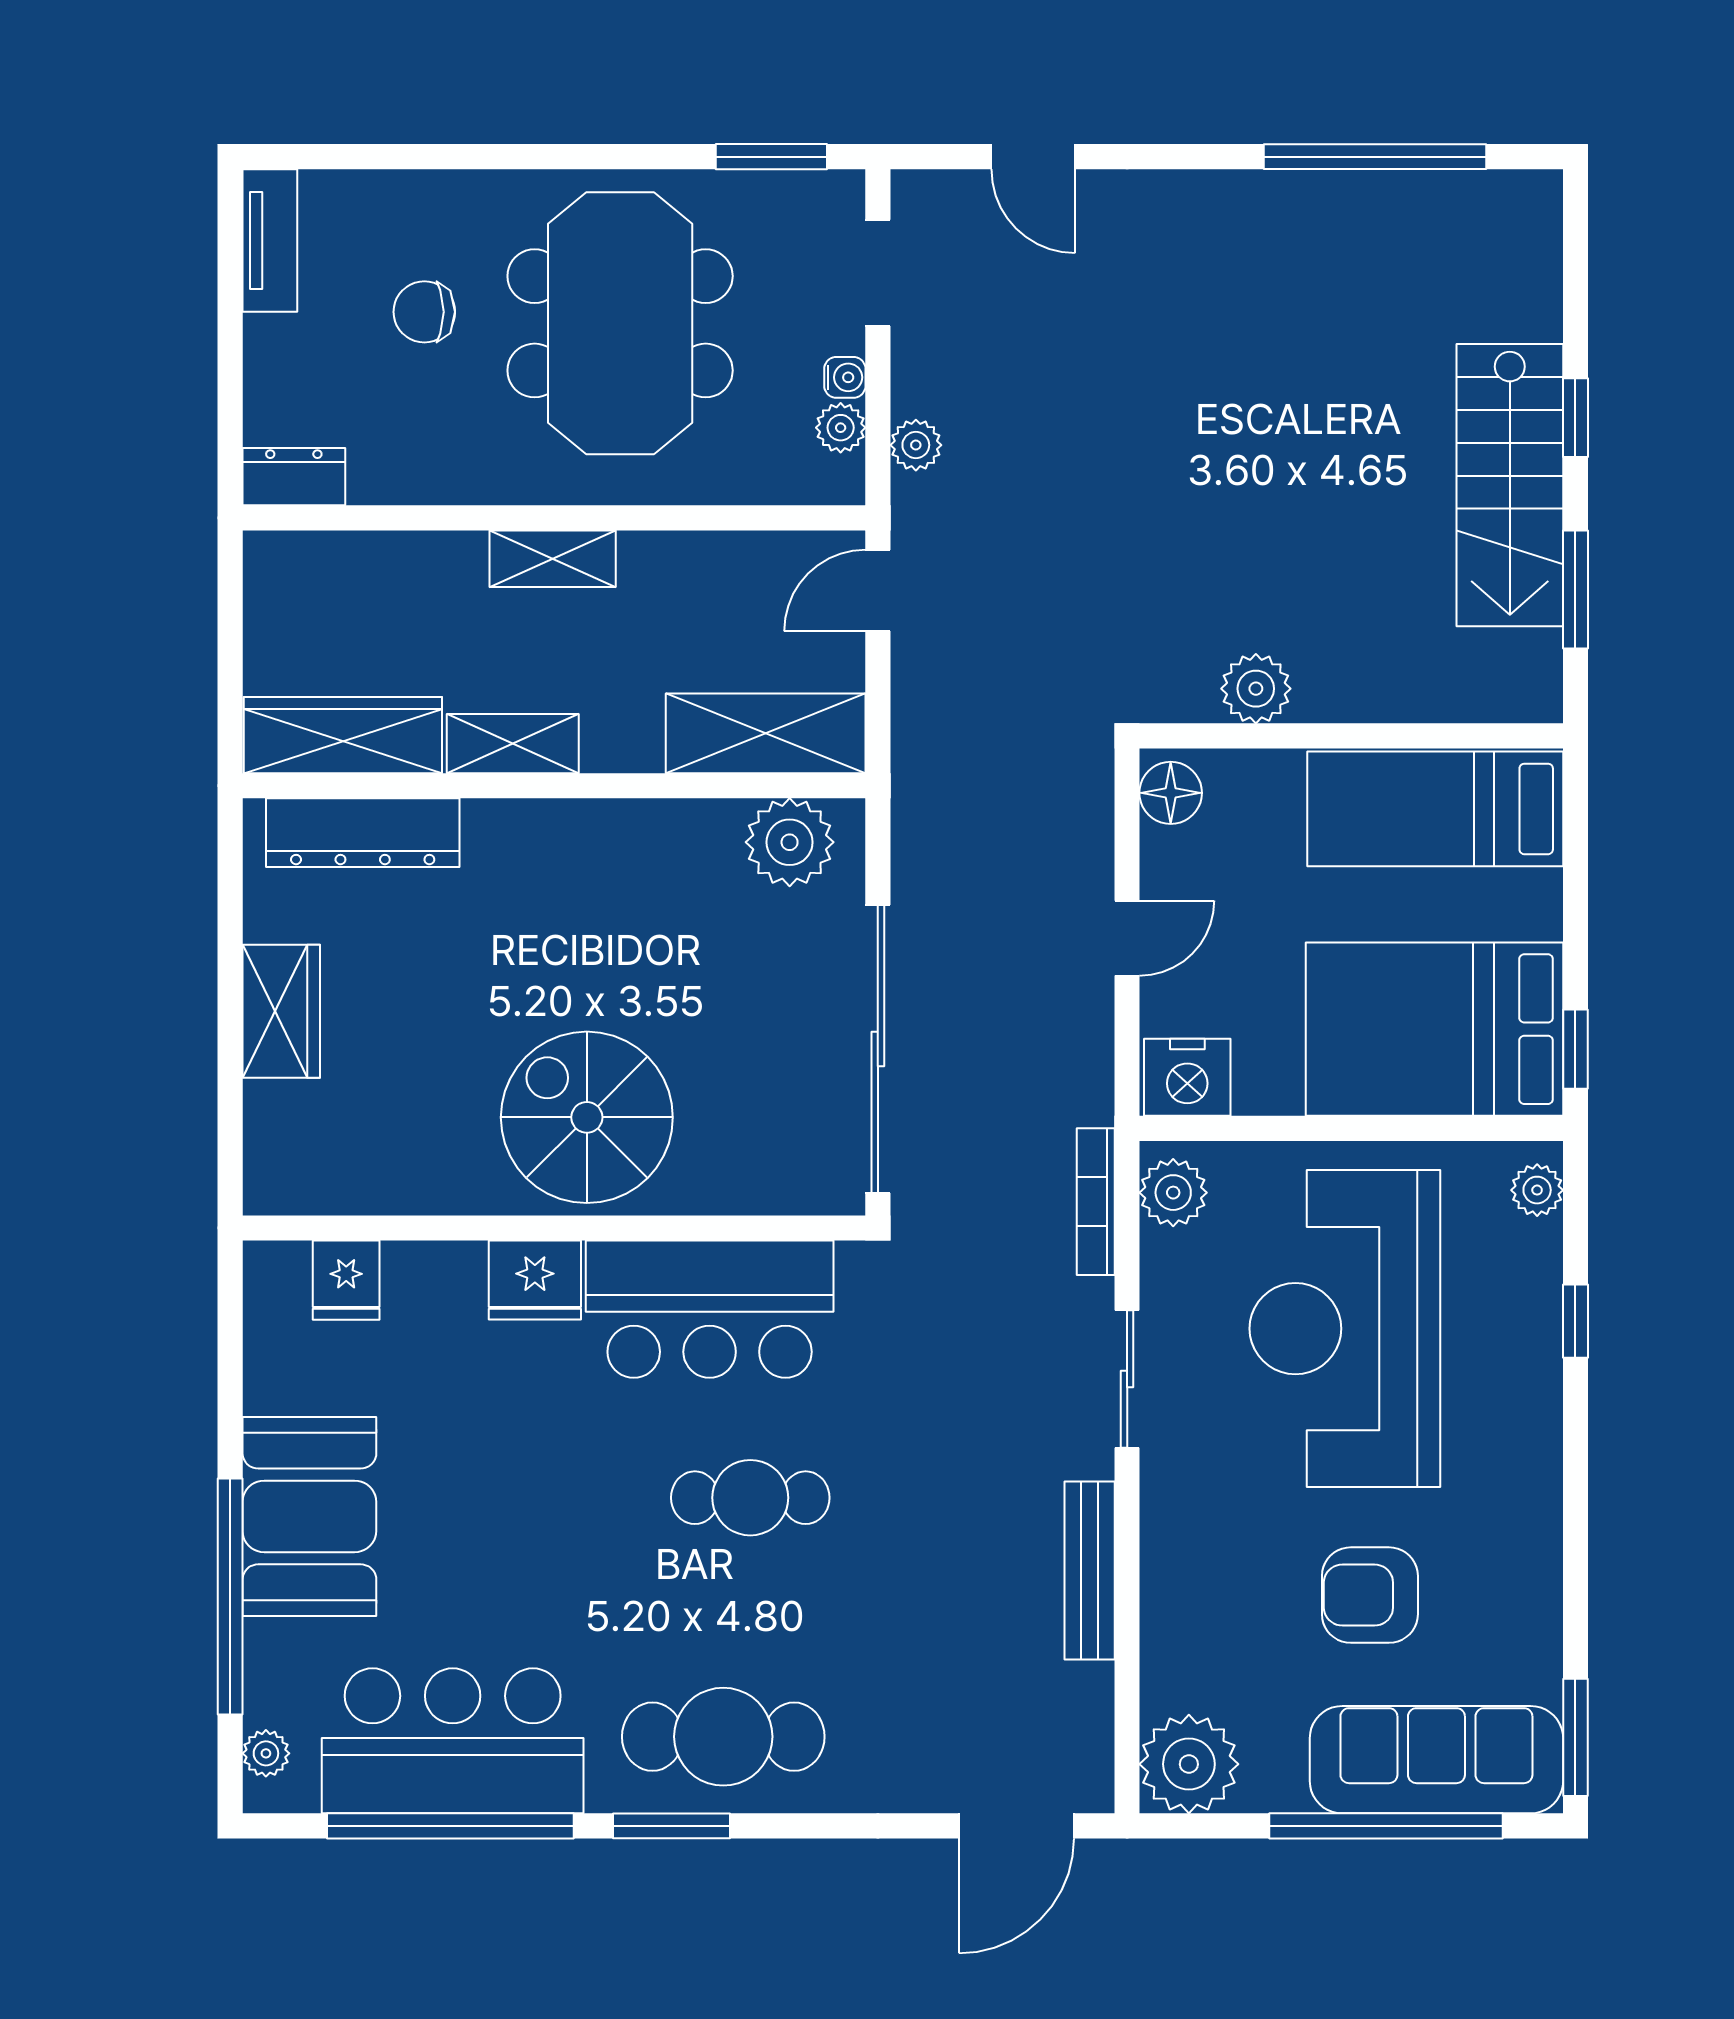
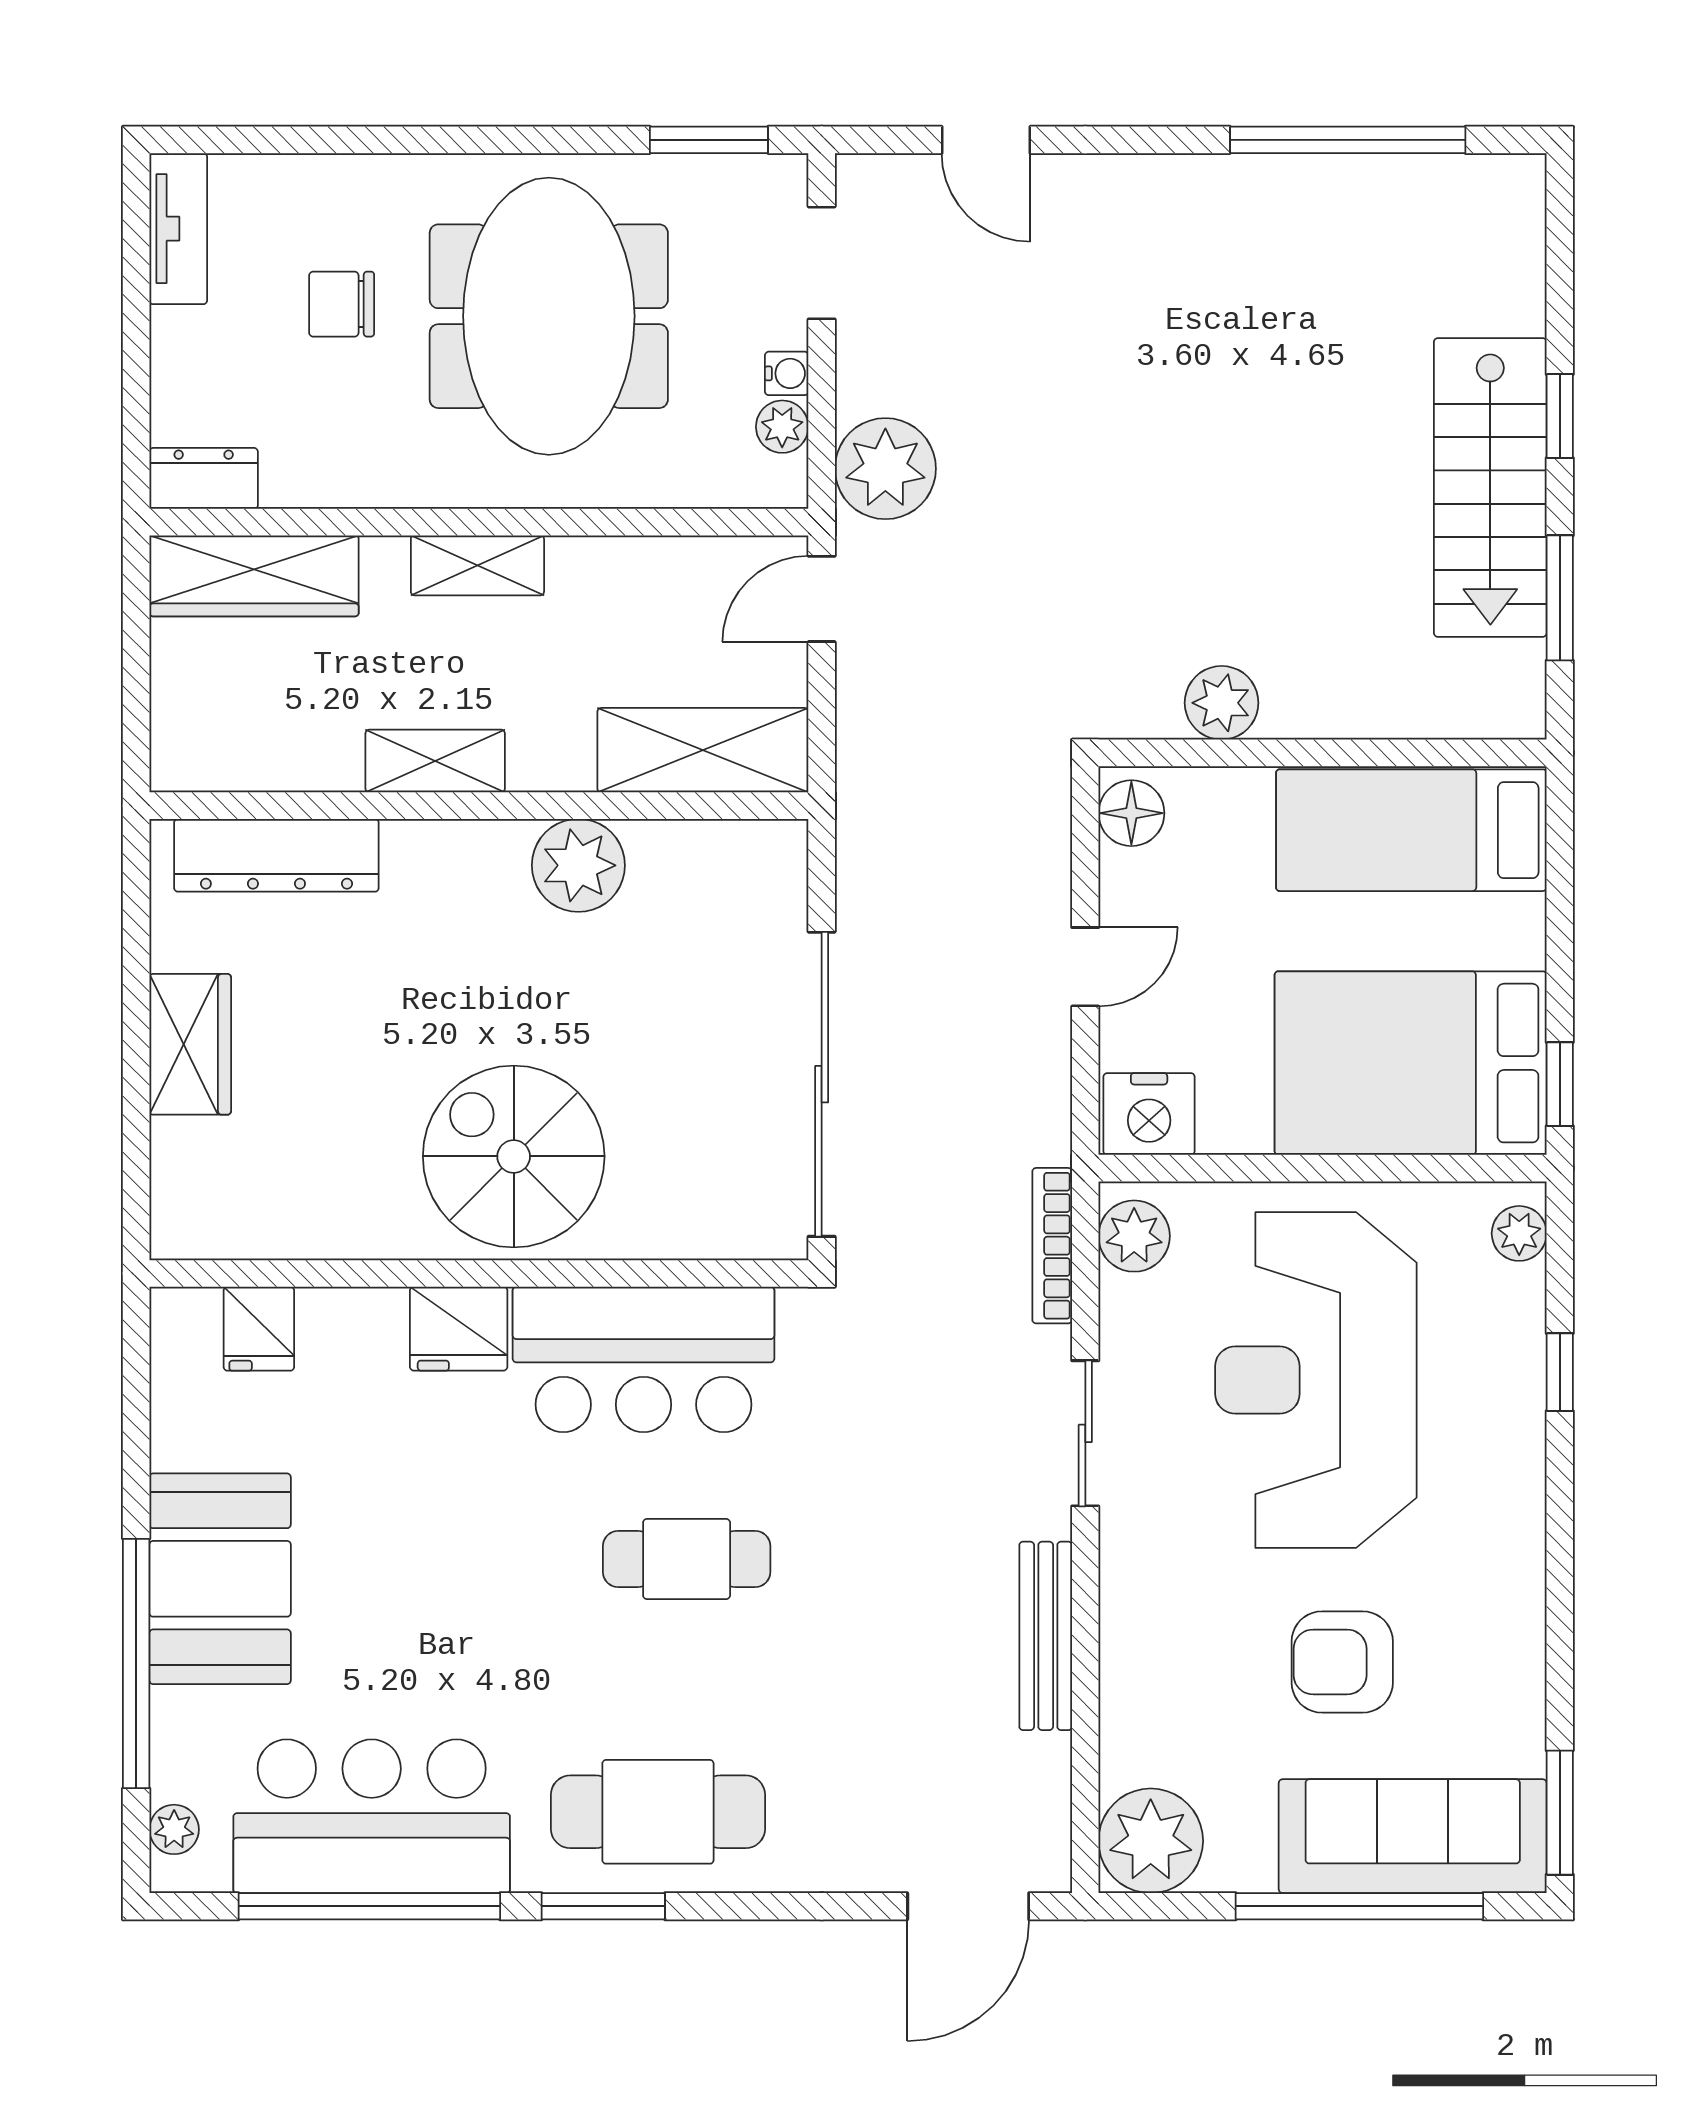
plant: (916, 445) -> (885, 469), width x1.88, depth x1.88
wardrobe: (343, 735) -> (254, 576), moved, turned 180
plant: (790, 842) -> (578, 865), moved

